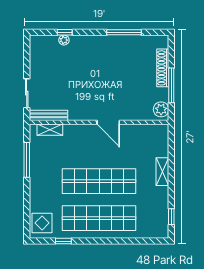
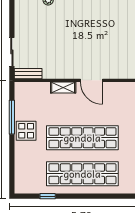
bench: (48, 115) -> (28, 74), width x0.73
shelving: (50, 130) -> (63, 87), moved
display table: (42, 223) -> (26, 131), moved

